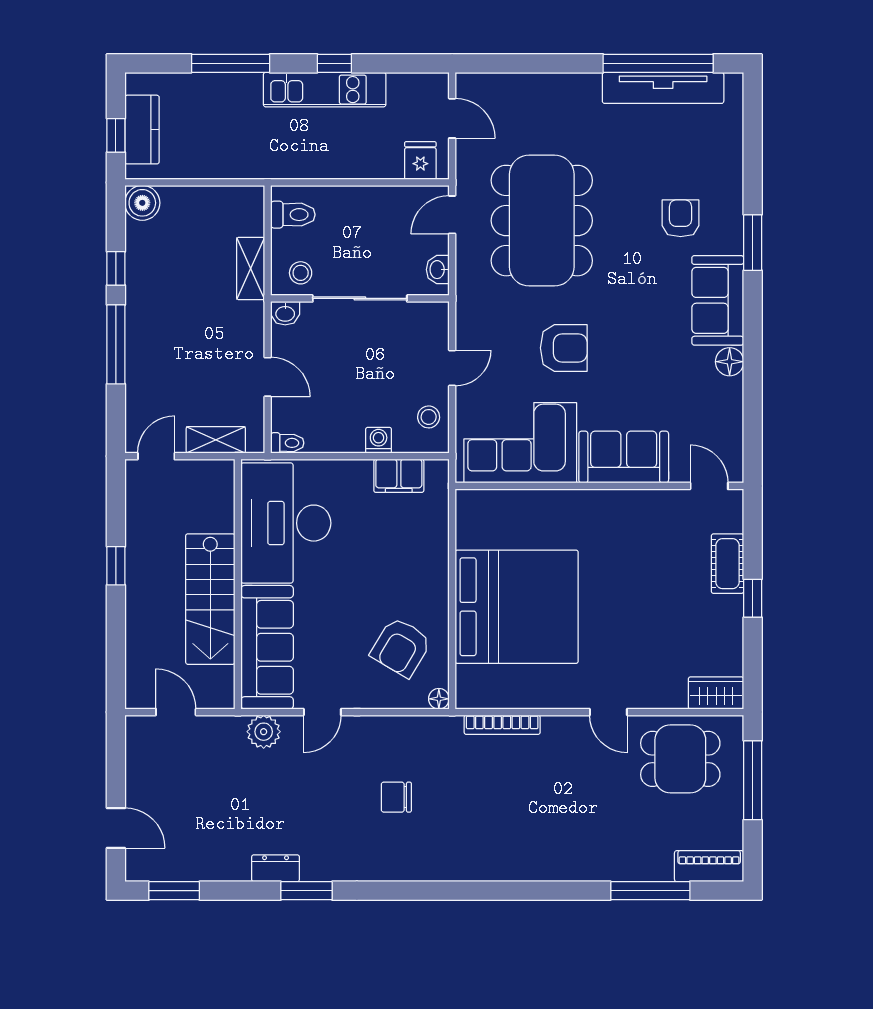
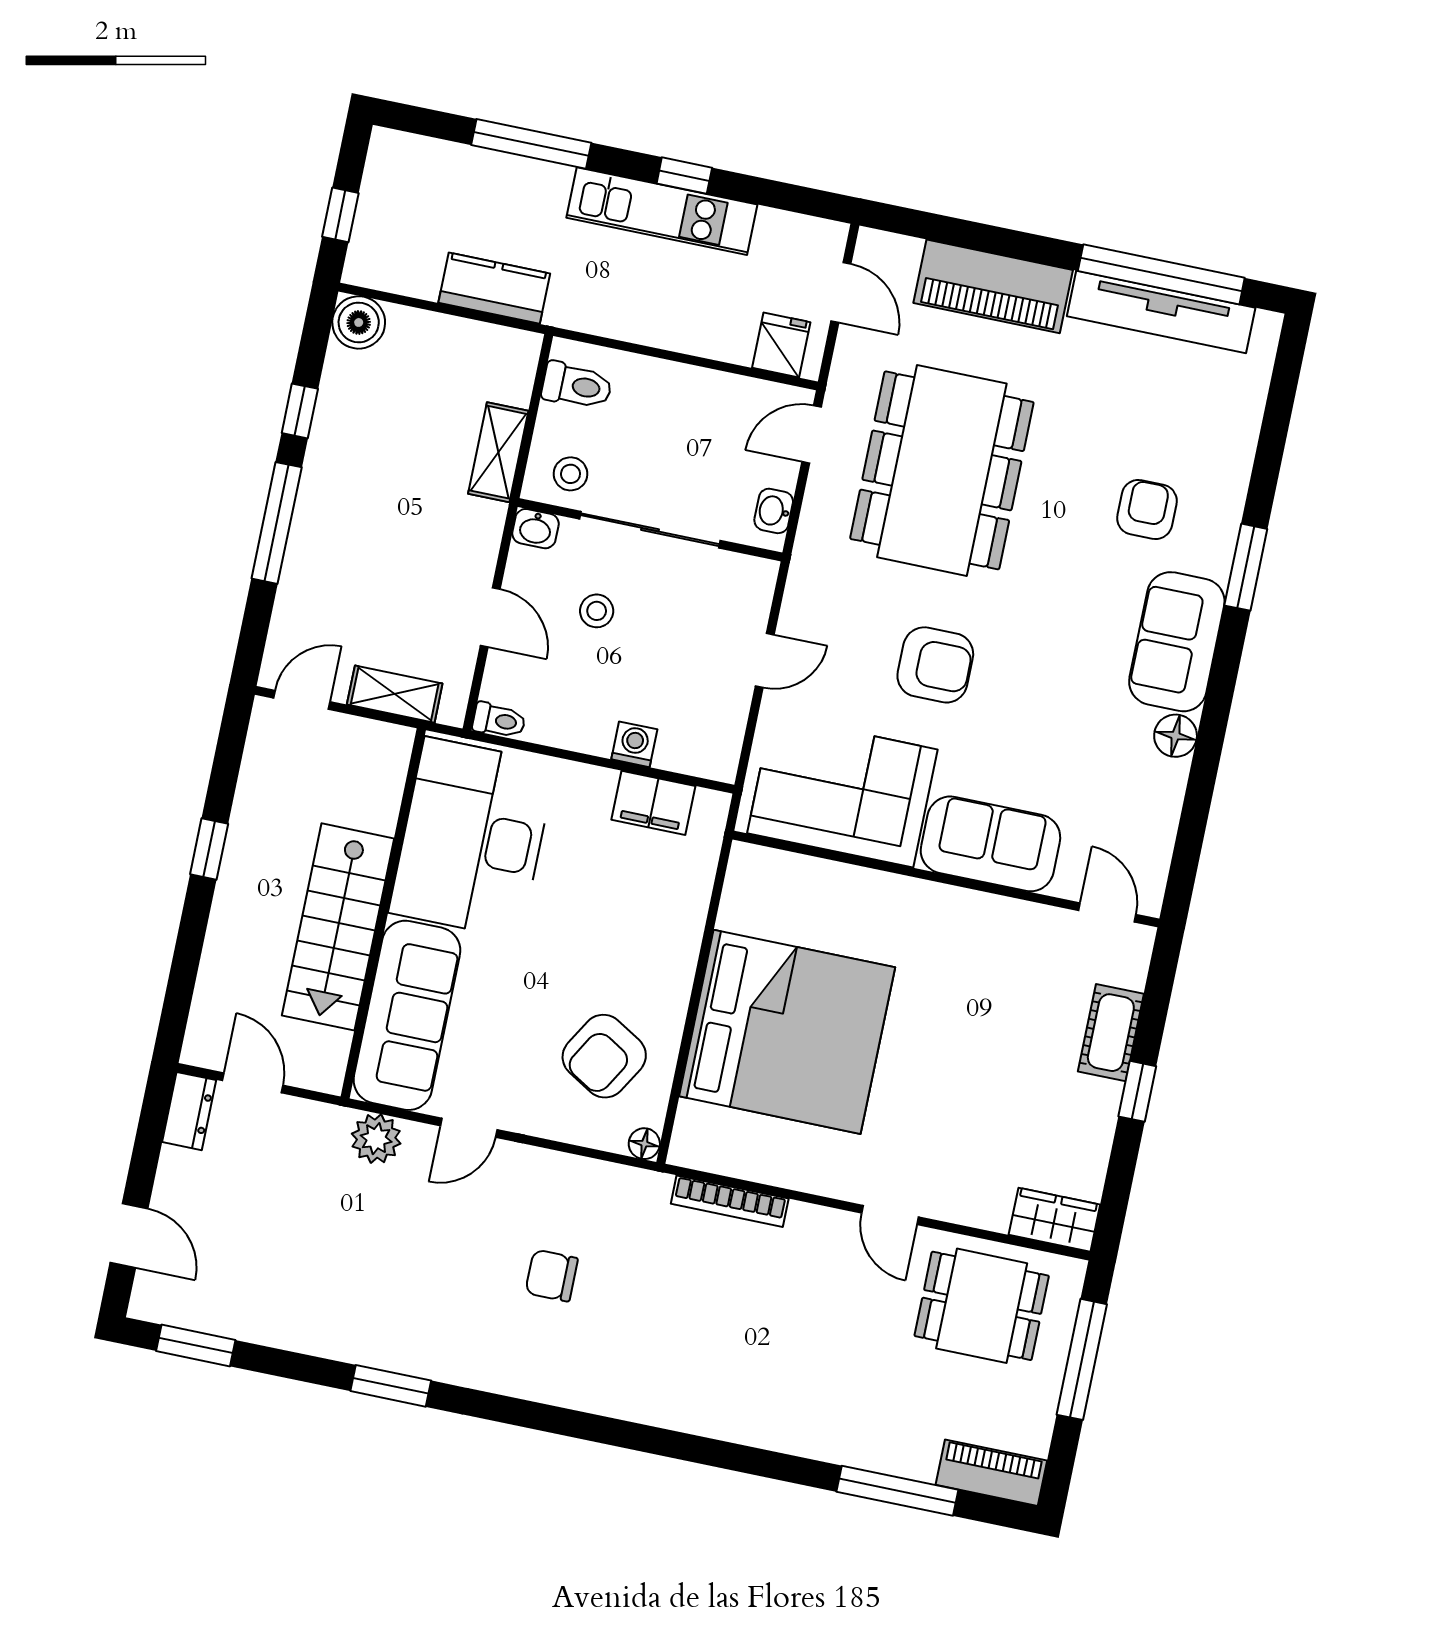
piano: (550, 94) -> (993, 286), added
kitchen counter: (142, 130) -> (494, 288), moved, turned -90
stool: (429, 417) -> (597, 611), moved
dresser: (276, 868) -> (189, 1111), moved, turned 90

